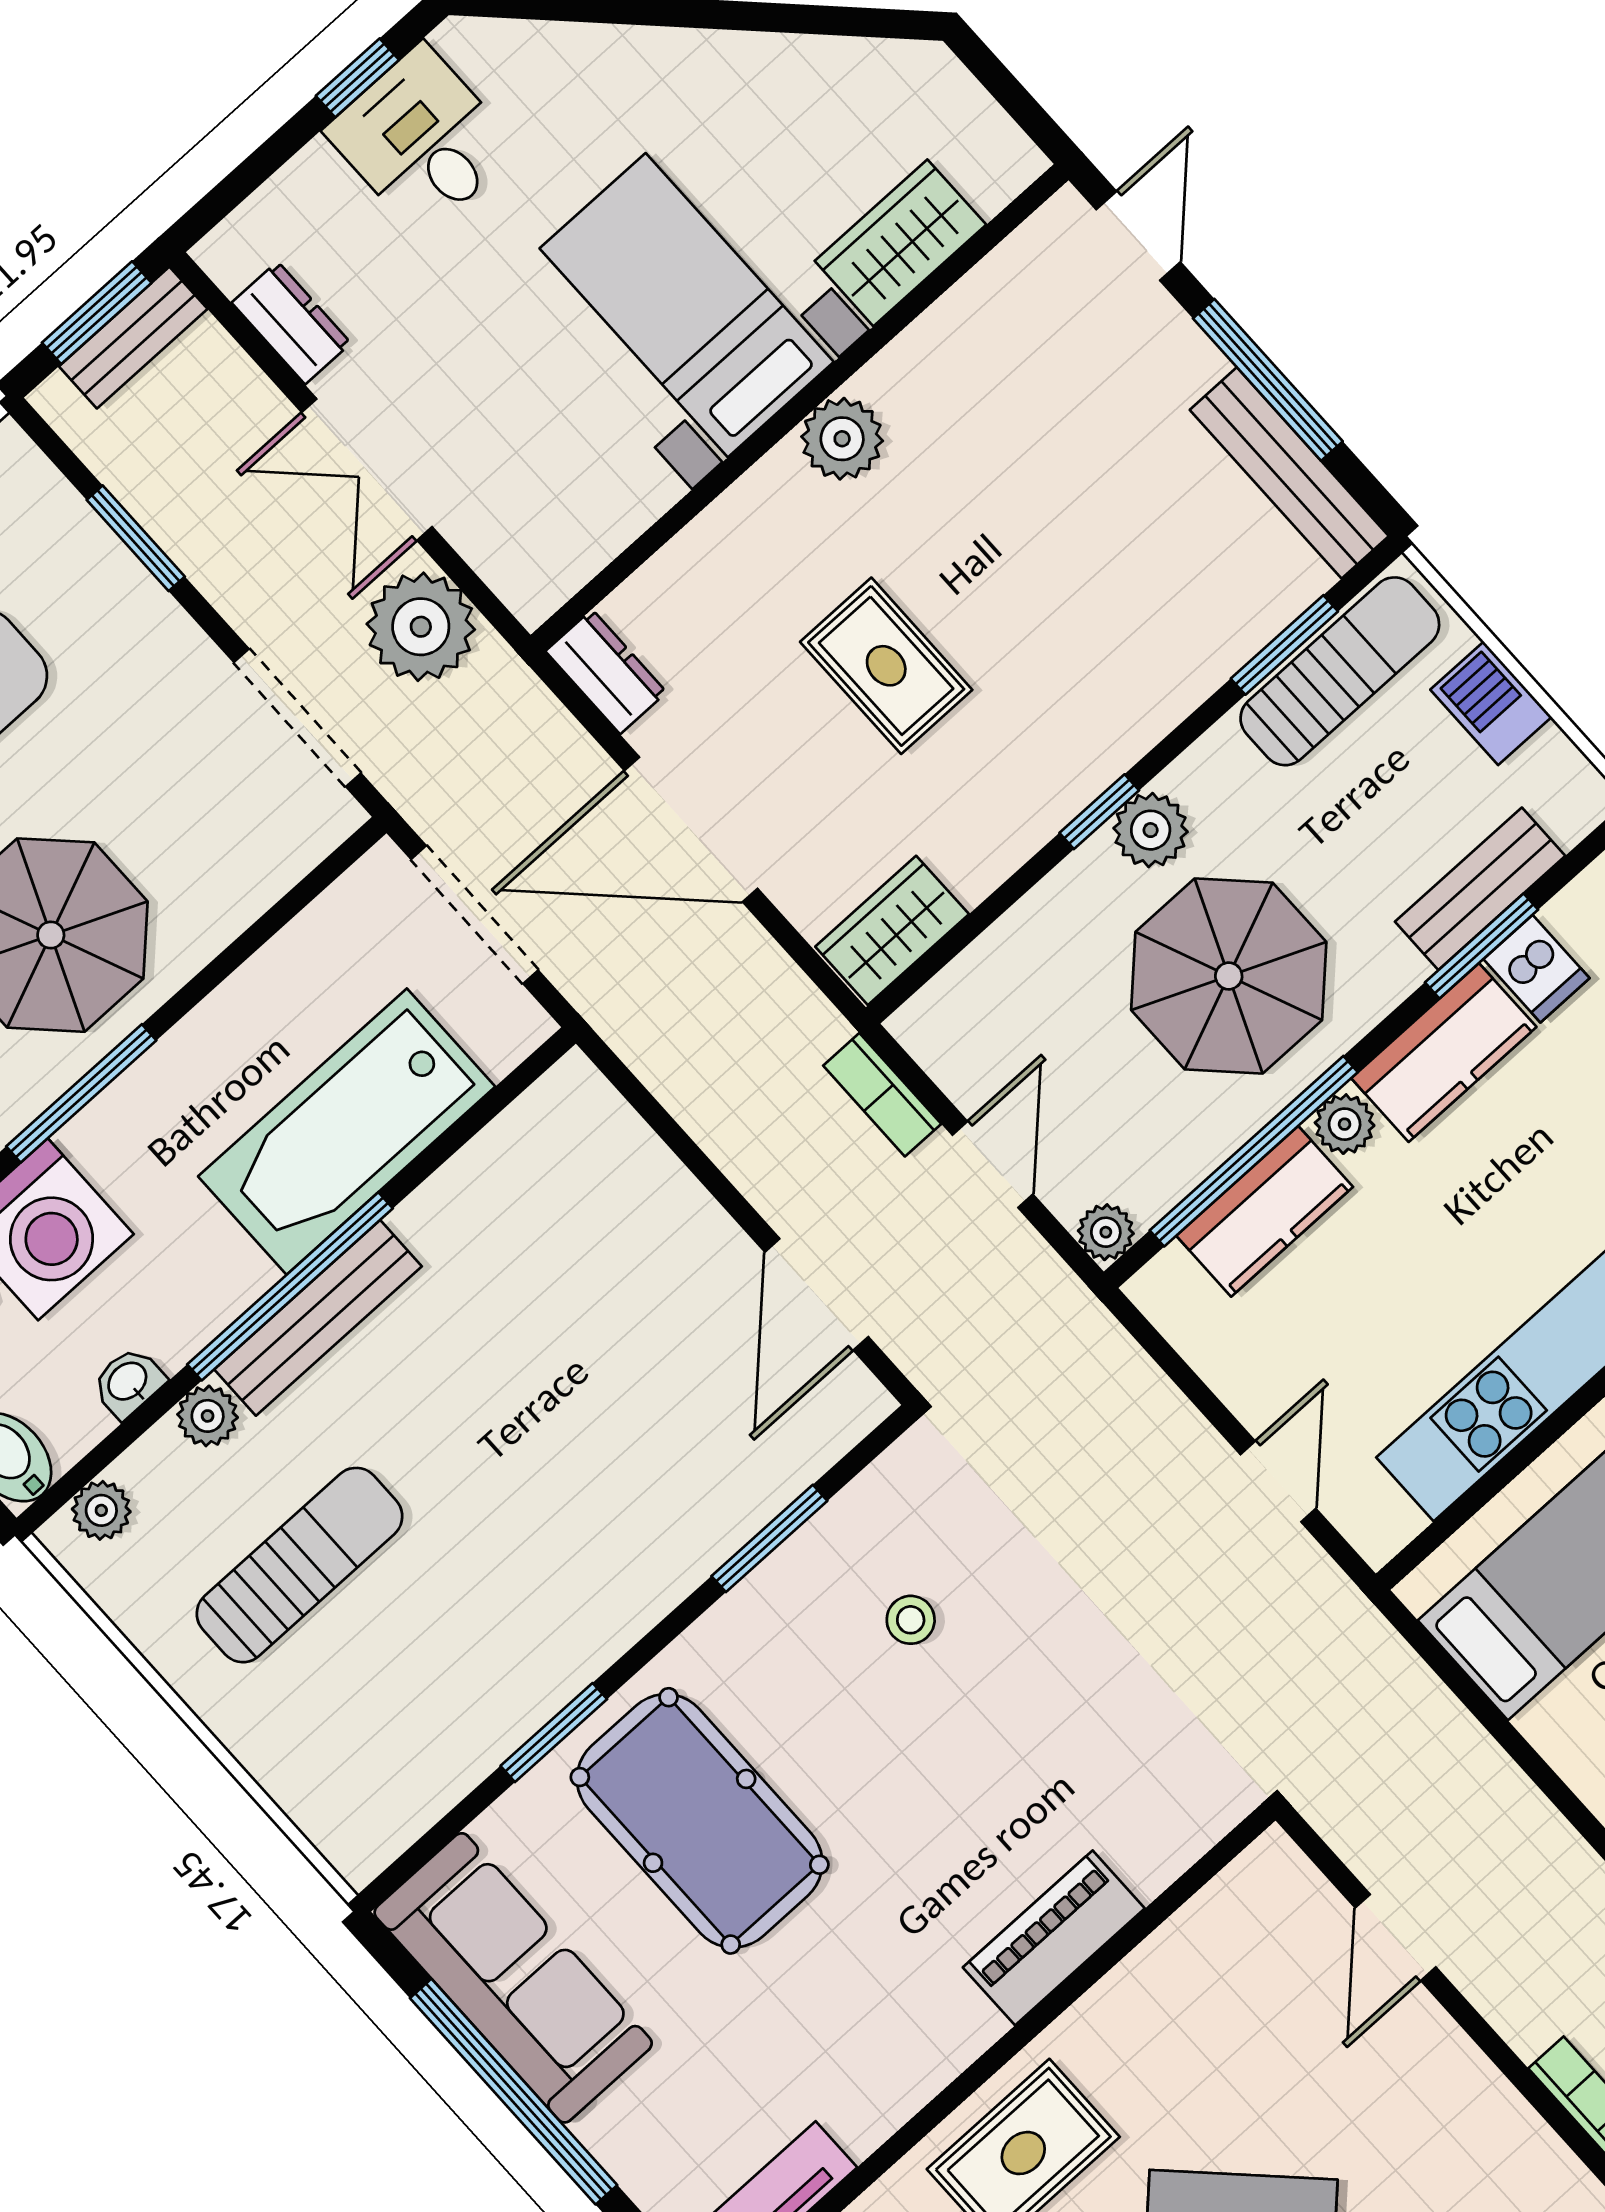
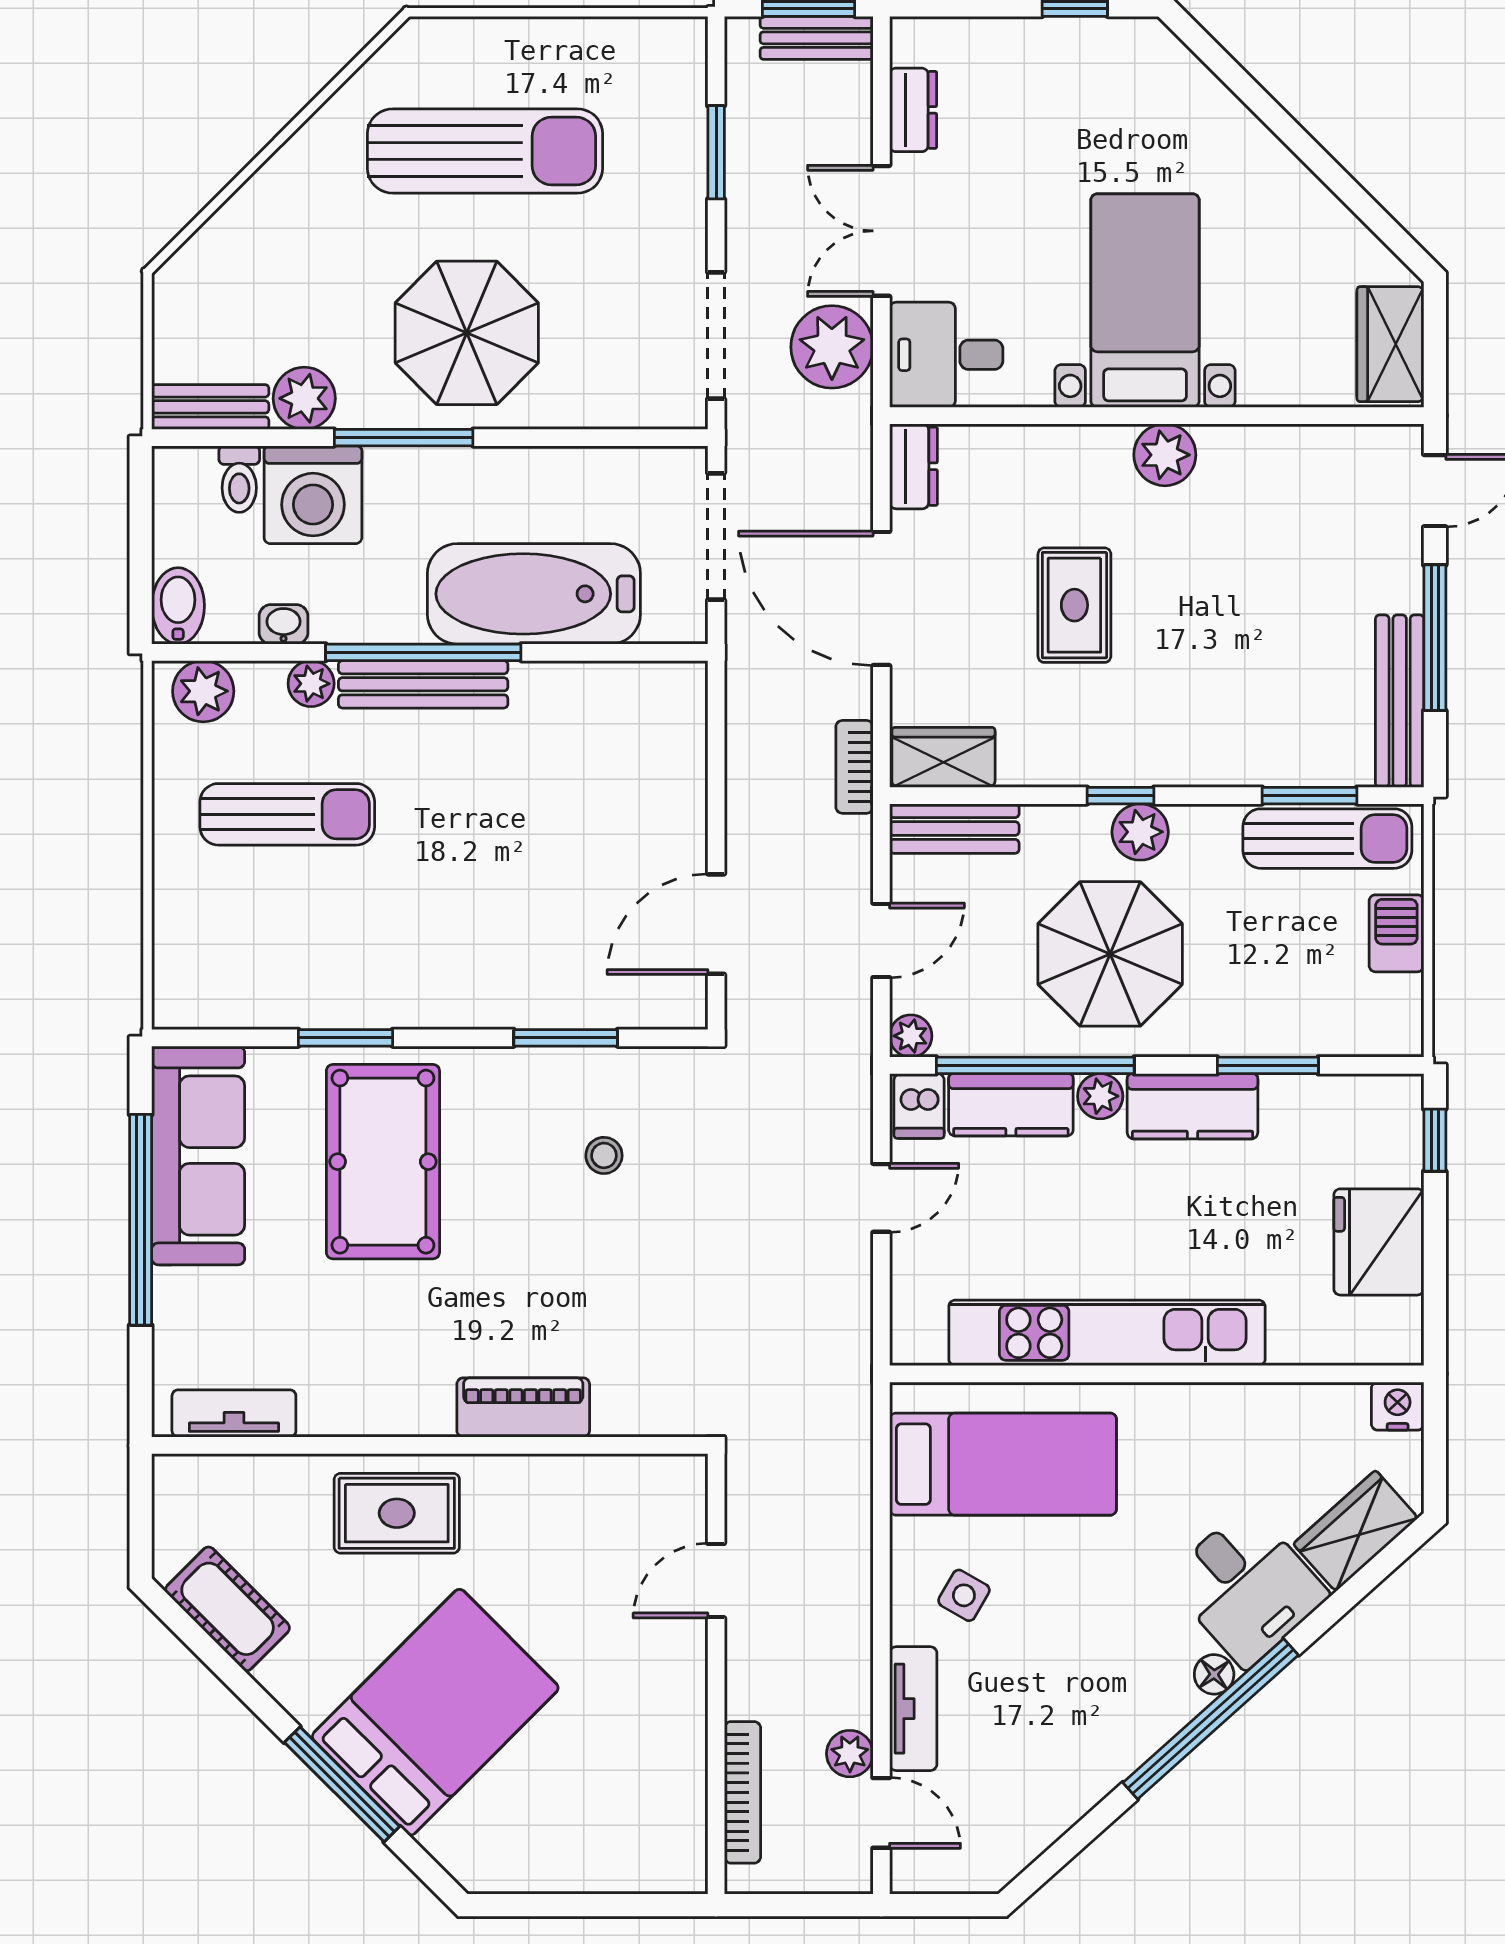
desk: (422, 140) -> (946, 355), moved, turned -90
wardrobe: (900, 243) -> (1390, 344), moved, turned -90
bench: (1480, 889) -> (954, 829), moved
dishwasher: (1536, 969) -> (919, 1106), moved
bookcase: (882, 1095) -> (854, 767), moved
door: (1278, 1482) -> (881, 1198), moved
plant: (101, 1510) -> (203, 691), width x1.38, depth x1.38

